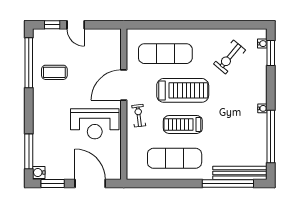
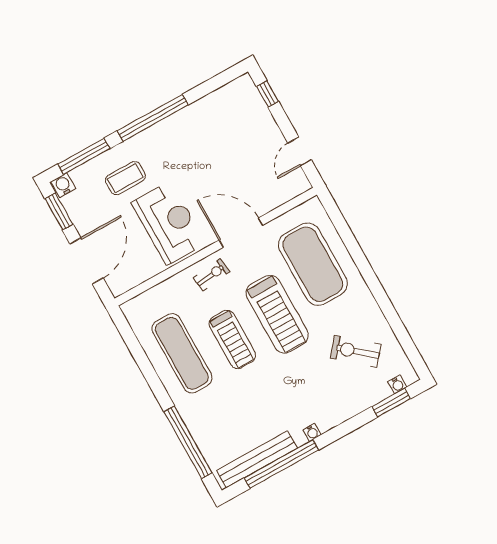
door: (76, 25) -> (300, 151), moved
exercise mat: (165, 54) -> (313, 264), width x1.47
window: (29, 63) -> (153, 118), moved
coffee table: (54, 72) -> (125, 178), moved, turned 90
reception desk: (95, 124) -> (169, 223), turned 180
treadmill: (183, 124) -> (232, 339), turned 180
bench: (240, 173) -> (257, 459), moved, turned 90

